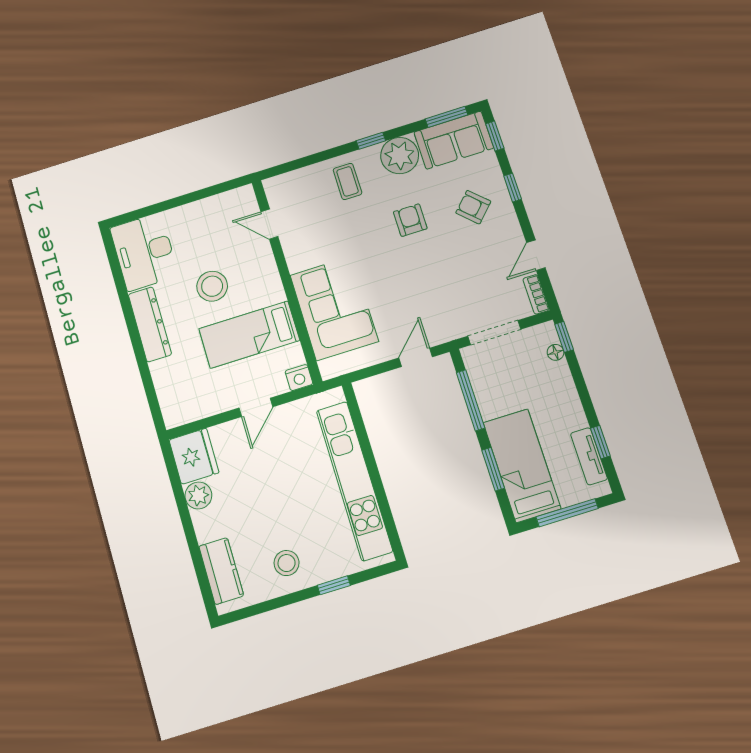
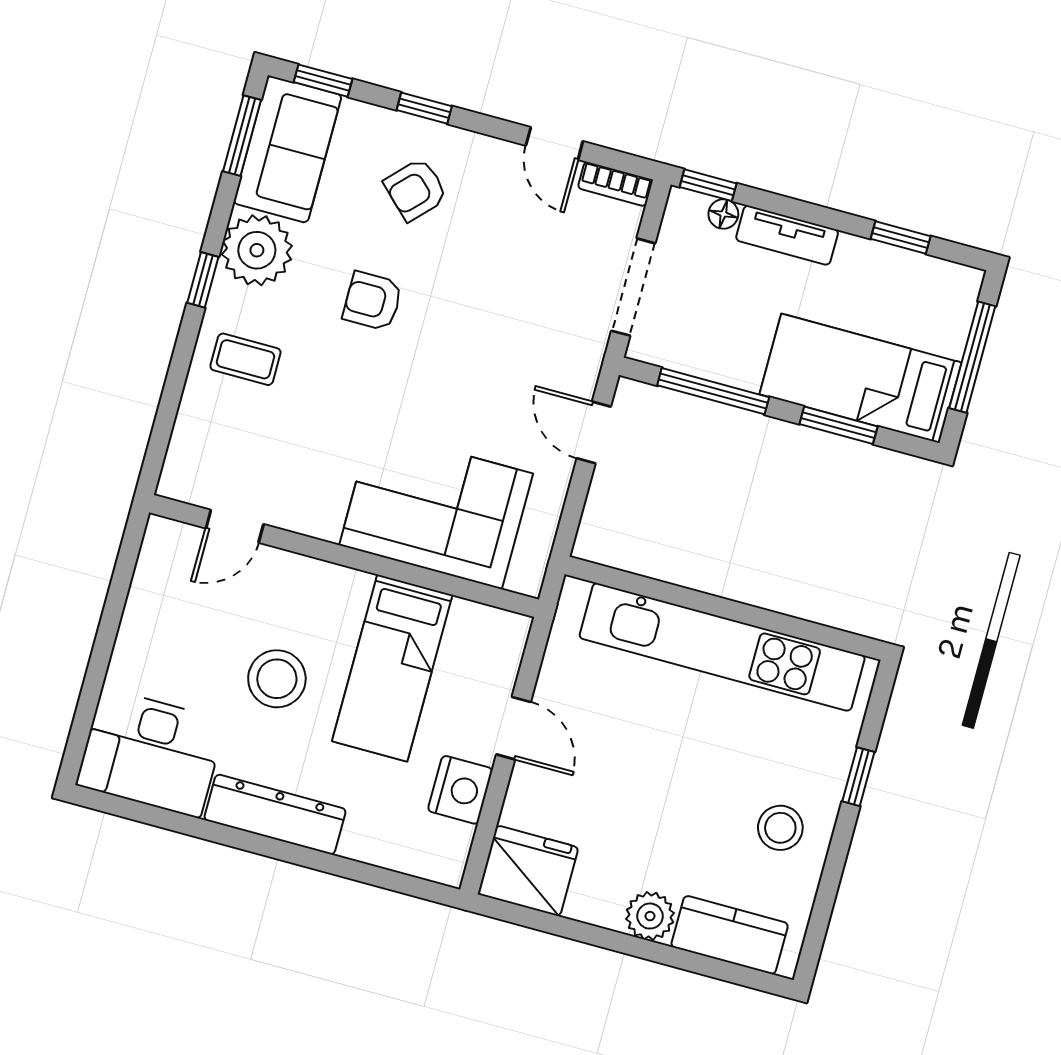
nightstand: (299, 378) -> (460, 790), moved, width x1.36, depth x1.33
tv unit: (589, 456) -> (787, 235), moved
plant: (198, 495) -> (650, 916), moved

